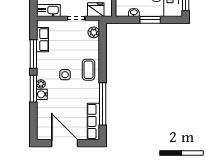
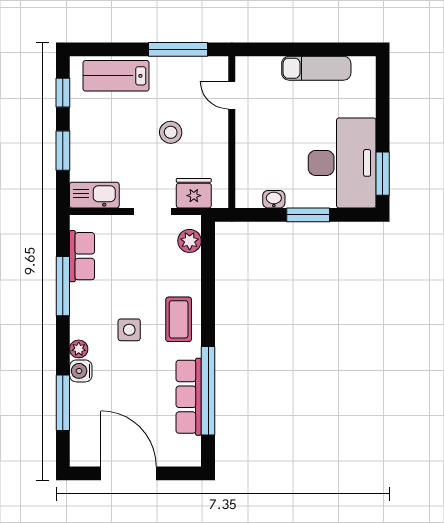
window: (33, 89) -> (63, 403), moved
row of seats: (93, 121) -> (189, 397), moved

